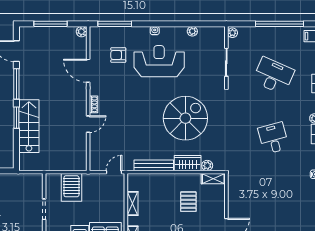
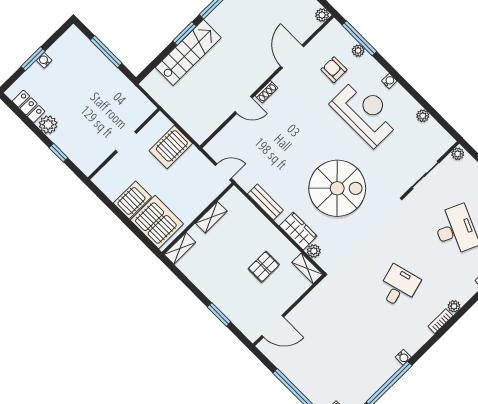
plant: (121, 31) -> (358, 51), added
bench: (154, 165) -> (265, 202), width x0.73

